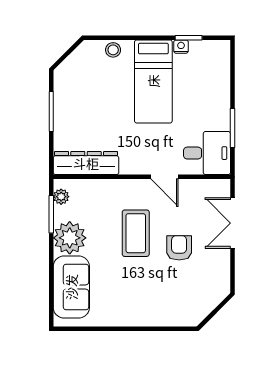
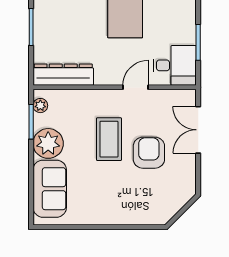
door: (165, 177) -> (135, 87), swing flipped
armchair: (179, 248) -> (149, 153), width x1.38, depth x1.38

